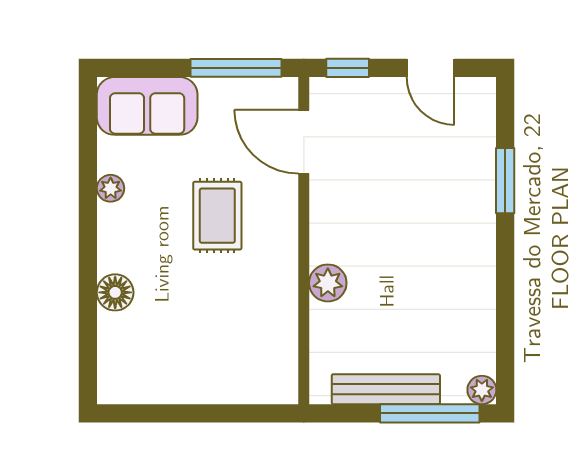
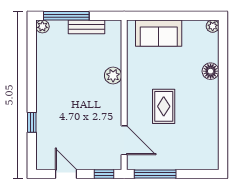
sofa: (147, 106) -> (159, 33), moved, turned 180
window: (505, 181) -> (32, 122), width x0.67
plant: (111, 188) -> (213, 26), moved
bench: (386, 389) -> (86, 27), width x0.73

